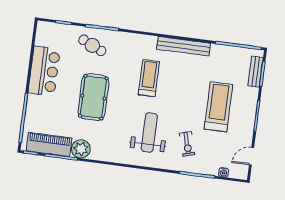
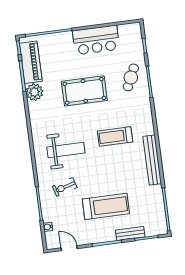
bench: (256, 72) -> (130, 233), moved
treadmill: (149, 78) -> (115, 136), turned 180

